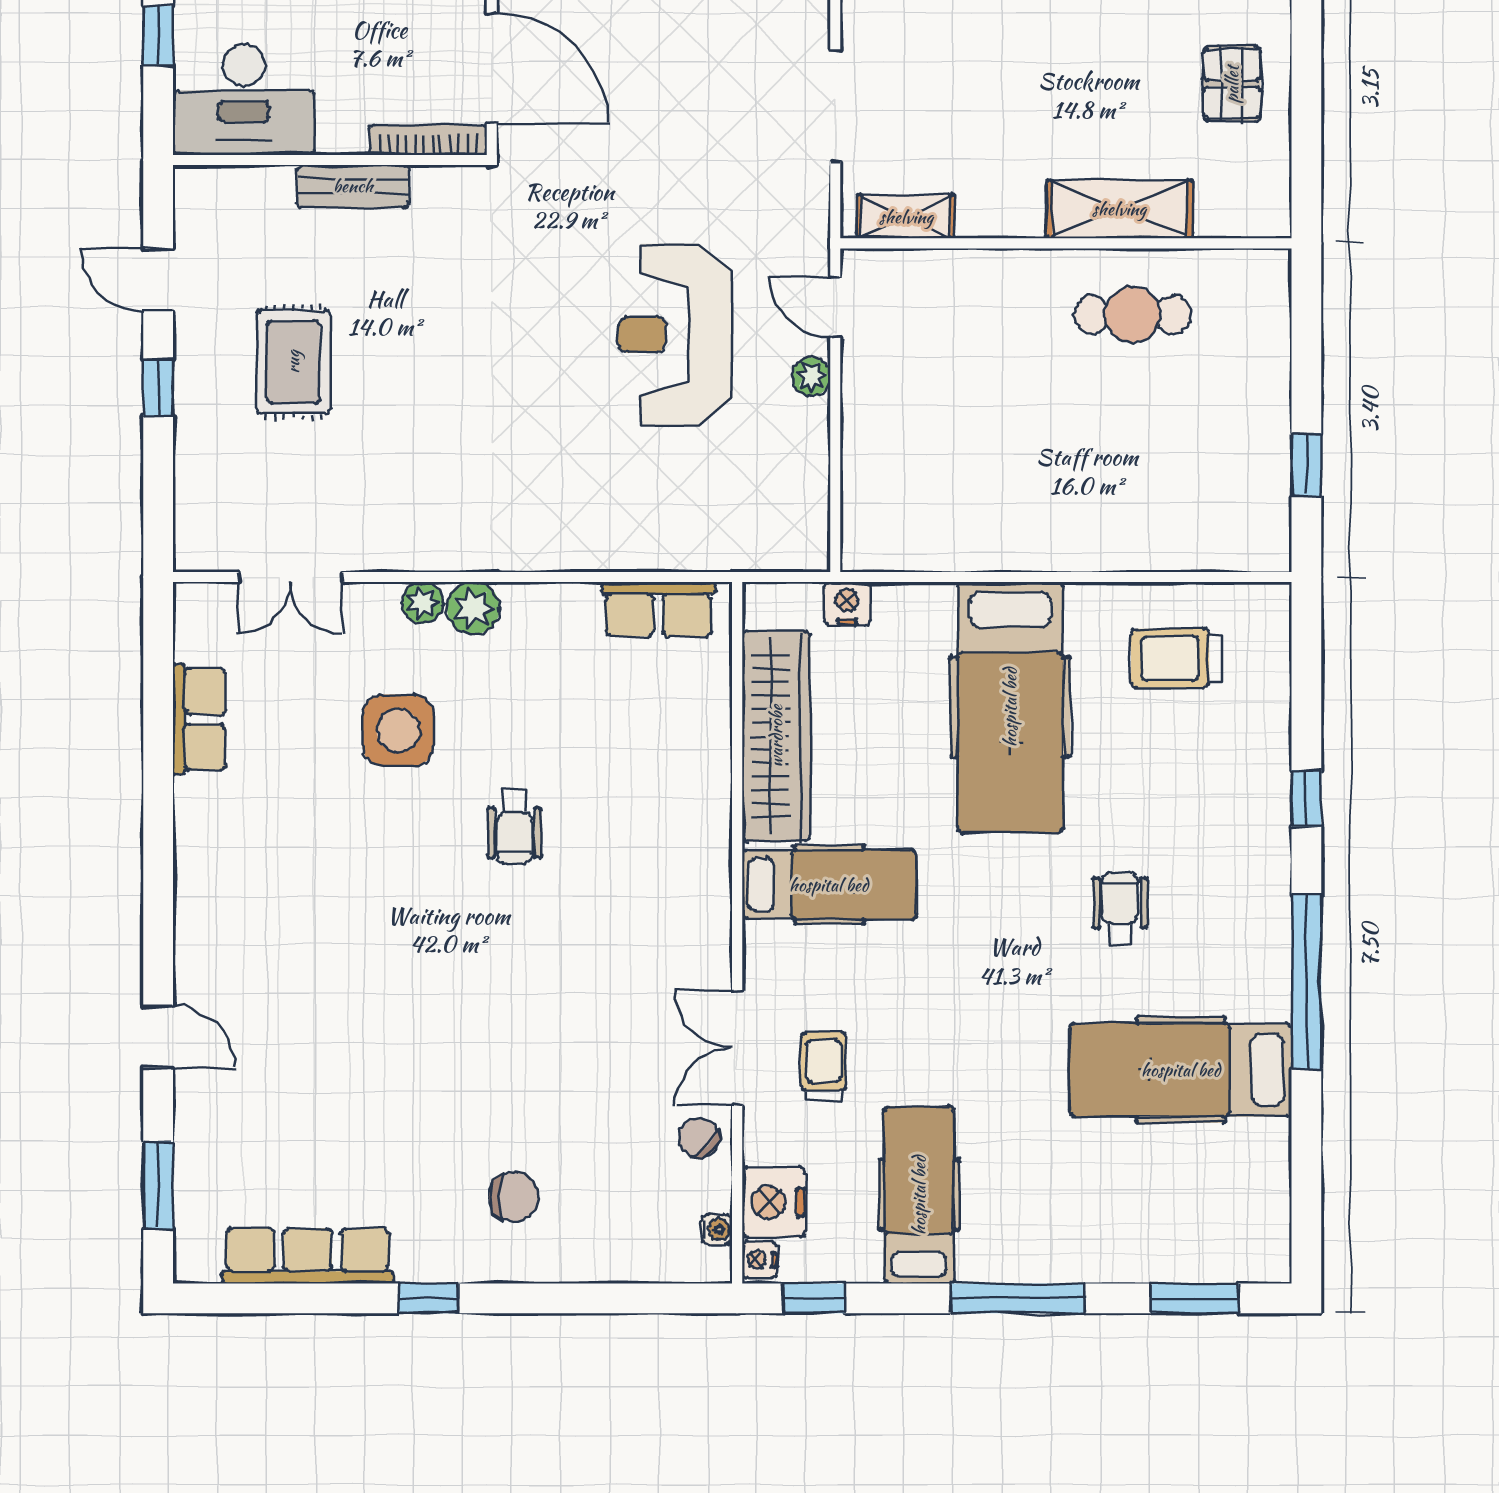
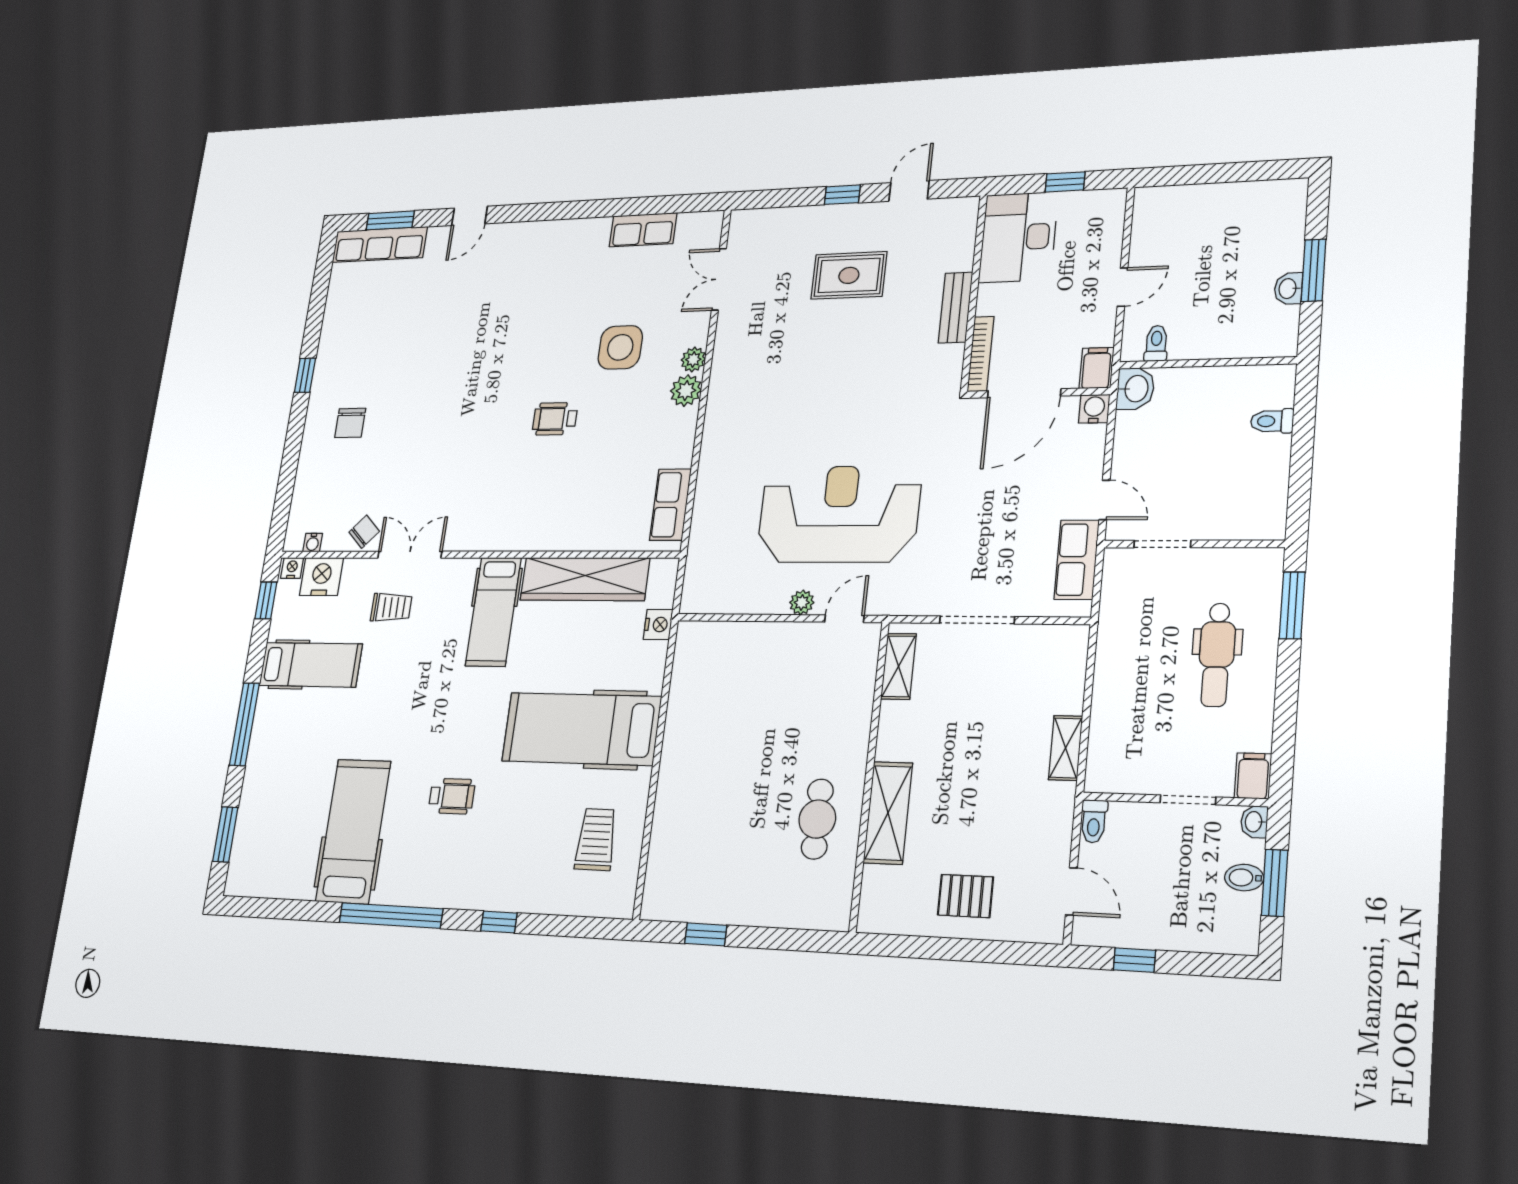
reception desk: (675, 334) -> (839, 514), width x1.36, depth x1.30
row of seats: (308, 1256) -> (380, 244), moved, turned 90

